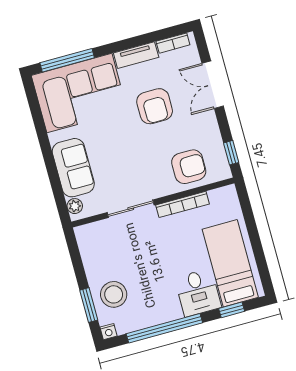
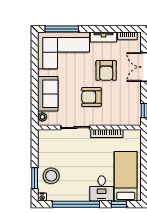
armchair: (189, 167) -> (91, 97), moved, turned 180

